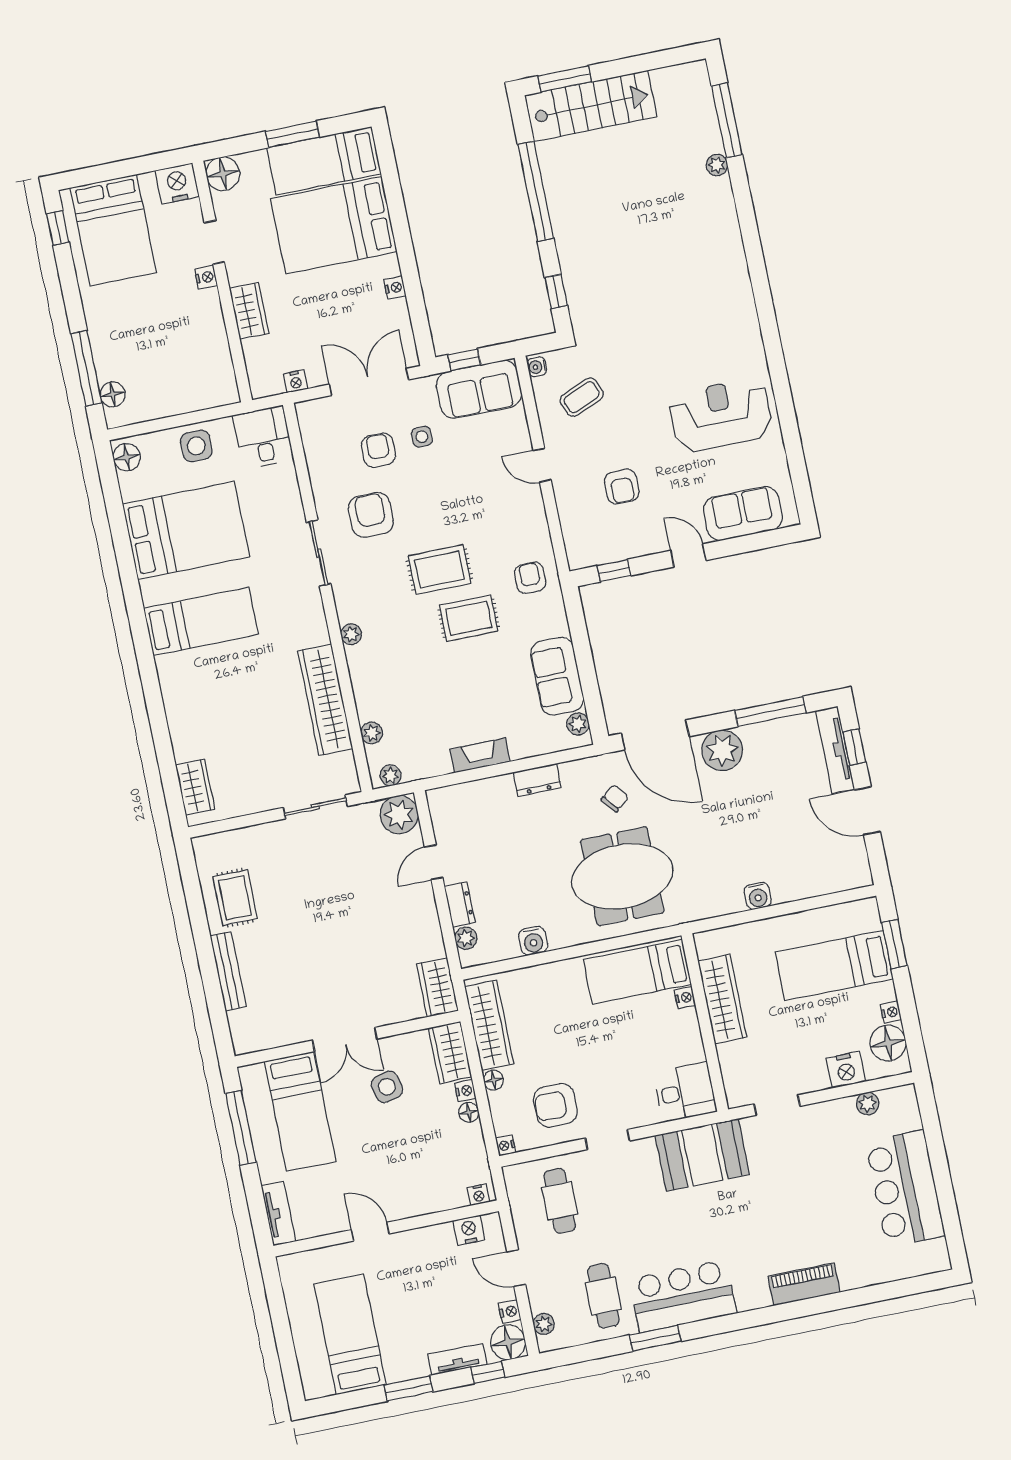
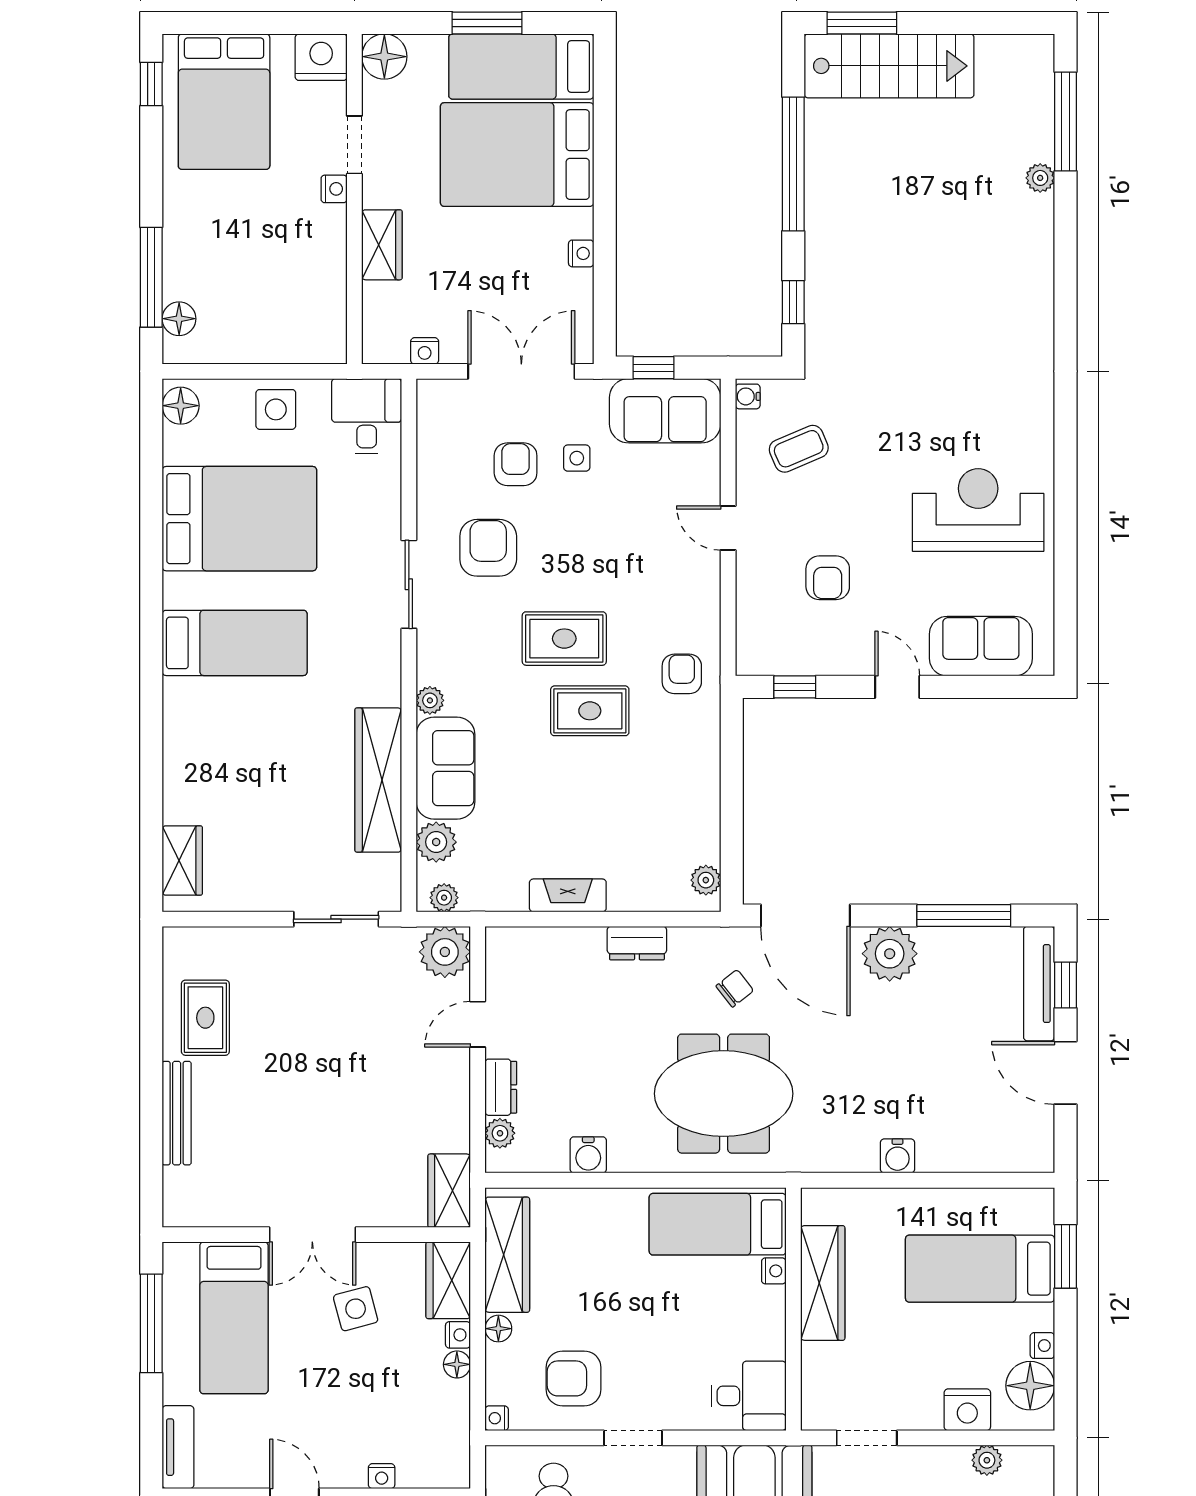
sofa: (557, 676) -> (446, 768), moved, turned 180
plant: (372, 733) -> (436, 842), width x1.38, depth x1.38
nightstand: (479, 1195) -> (382, 1476), moved

